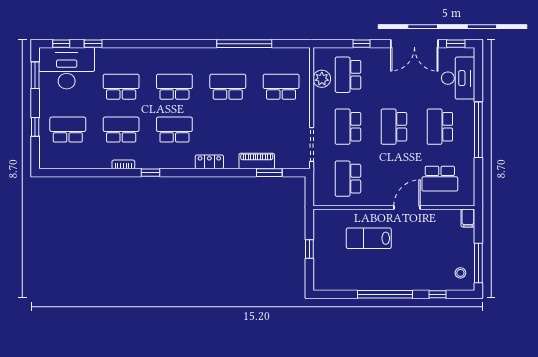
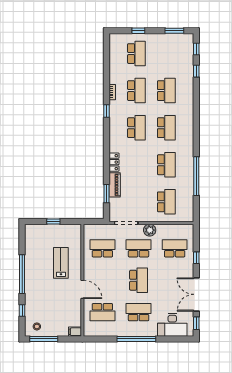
desk: (67, 68) -> (179, 53), removed
plant: (322, 79) -> (150, 230), moved
school desk: (394, 127) -> (139, 280), turned 90
locker: (209, 162) -> (114, 162), moved
school desk: (440, 179) -> (102, 312), turned -90

